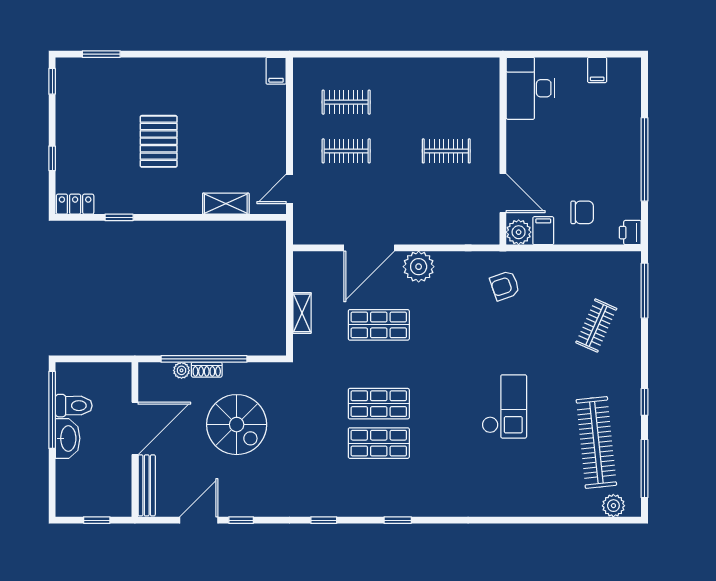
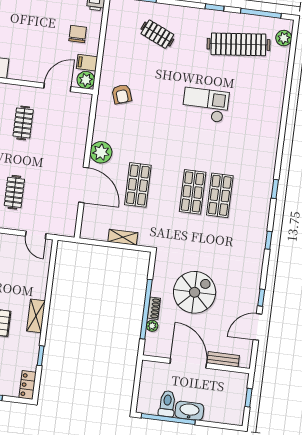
shelving: (226, 204) -> (36, 316), moved
bench: (147, 485) -> (223, 359), width x0.73
door: (199, 520) -> (257, 327), hinge flipped

